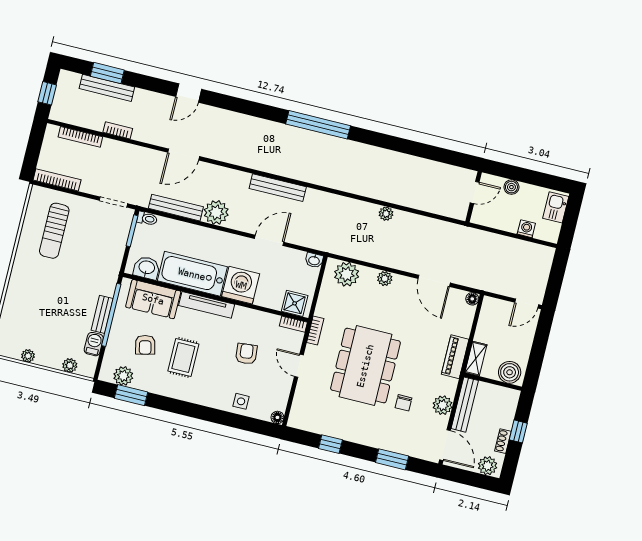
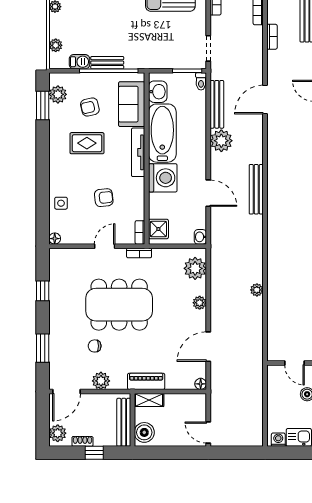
door: (184, 154) -> (265, 100), hinge flipped
washing machine: (526, 229) -> (278, 440), moved, turned -90
bench: (465, 405) -> (124, 422), moved, turned 90

